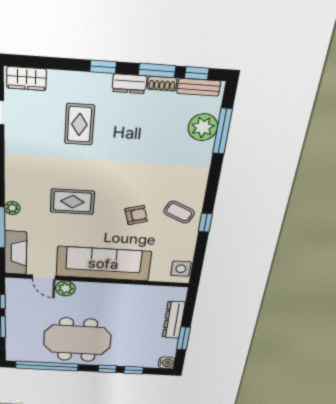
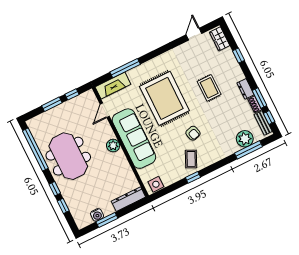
window: (103, 67) -> (238, 56), moved
rug: (79, 124) -> (209, 88), moved, turned 90
rug: (72, 202) -> (164, 98), width x1.86, depth x2.06
plant: (12, 208) -> (142, 69), removed
armchair: (136, 215) -> (193, 133), moved
plant: (65, 288) -> (113, 146), moved
dresser: (174, 320) -> (128, 199), moved
water cooler: (167, 363) -> (97, 215), moved

